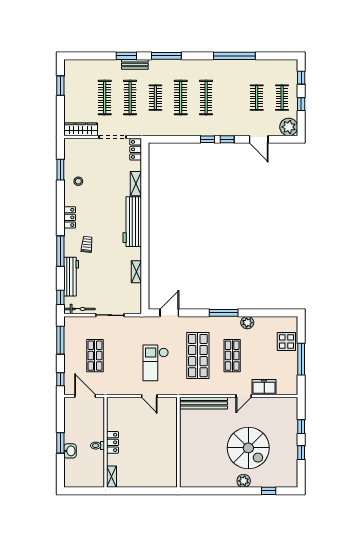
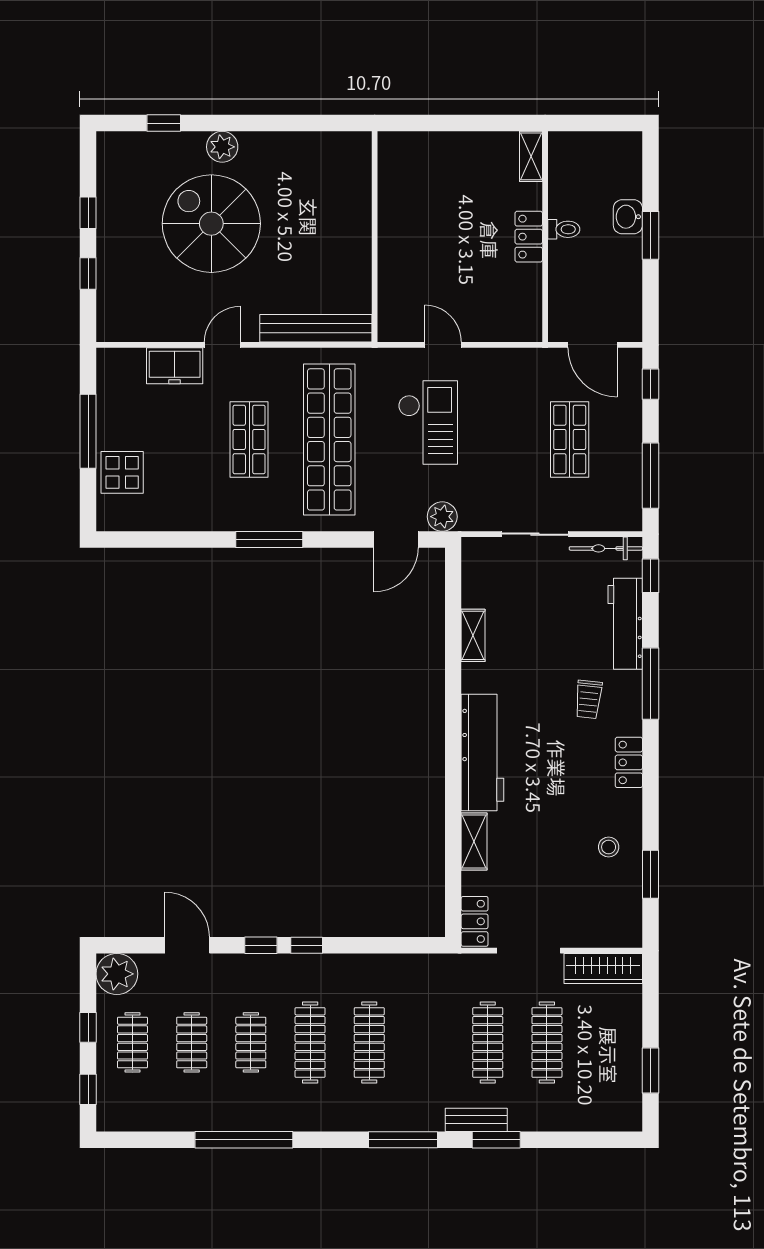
clothes rail: (155, 98) -> (251, 1042), moved
plant: (247, 323) -> (442, 517), moved
shop shelf: (198, 356) -> (329, 439), width x1.40

